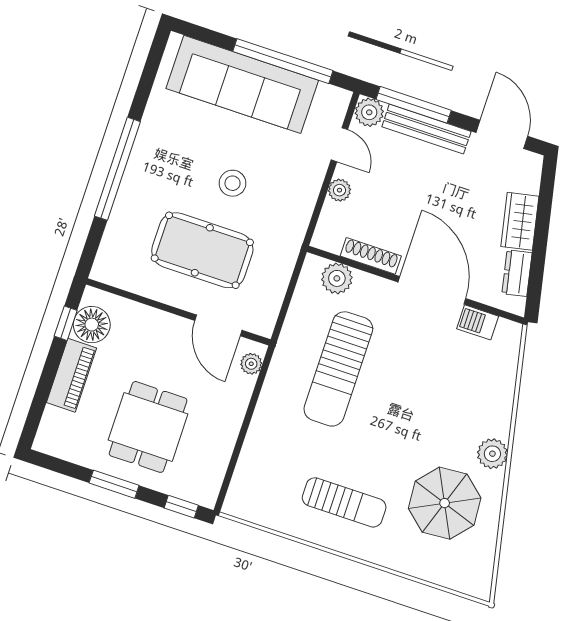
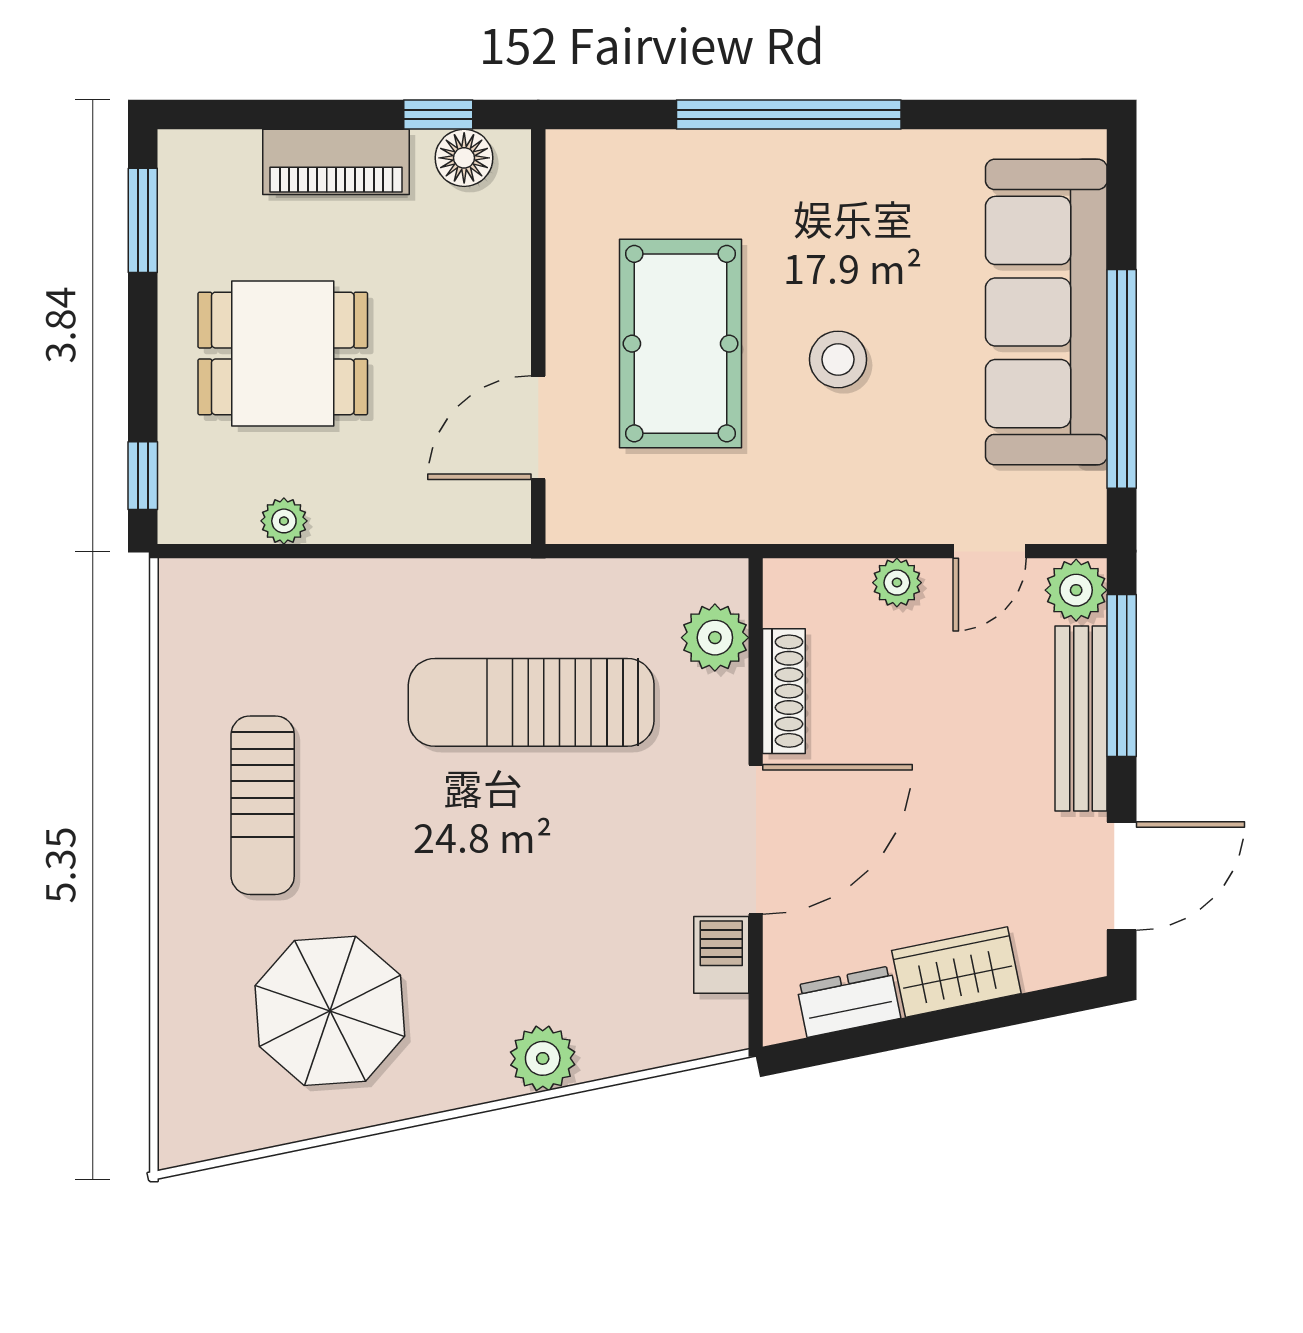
floor lamp: (92, 325) -> (464, 158), width x0.73, depth x0.73
plant: (251, 364) -> (284, 521), moved
plant: (492, 454) -> (543, 1058), moved
window: (114, 484) -> (143, 220), moved

